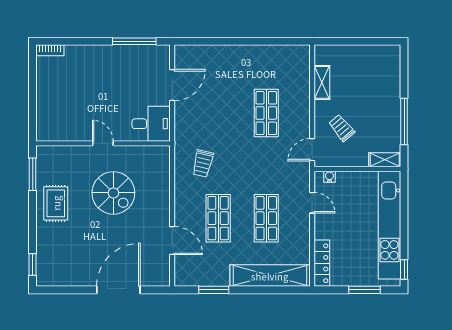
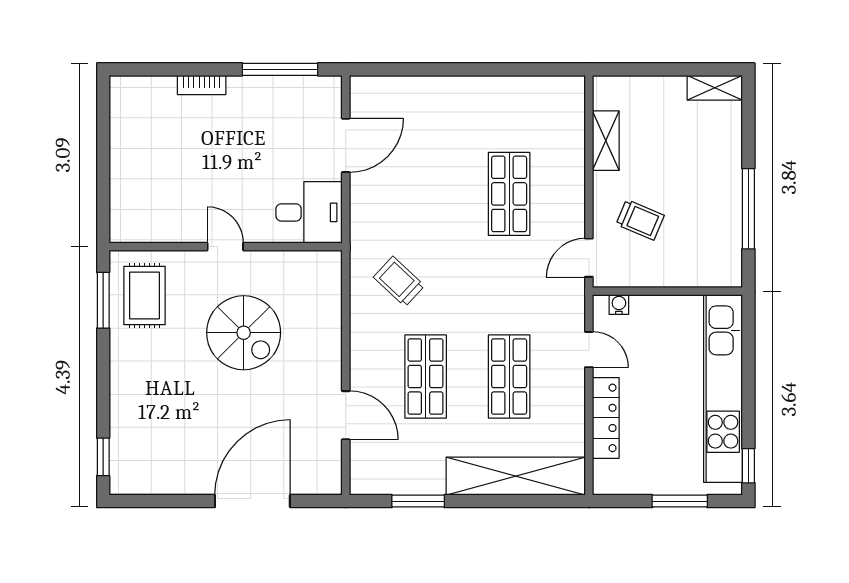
bookcase: (50, 50) -> (202, 85), moved
trolley: (342, 128) -> (640, 220), turned 153
shelving: (385, 160) -> (715, 88), moved
trolley: (203, 163) -> (399, 281), turned 120
rug: (56, 203) -> (144, 295), moved
locker: (322, 263) -> (606, 418), moved

